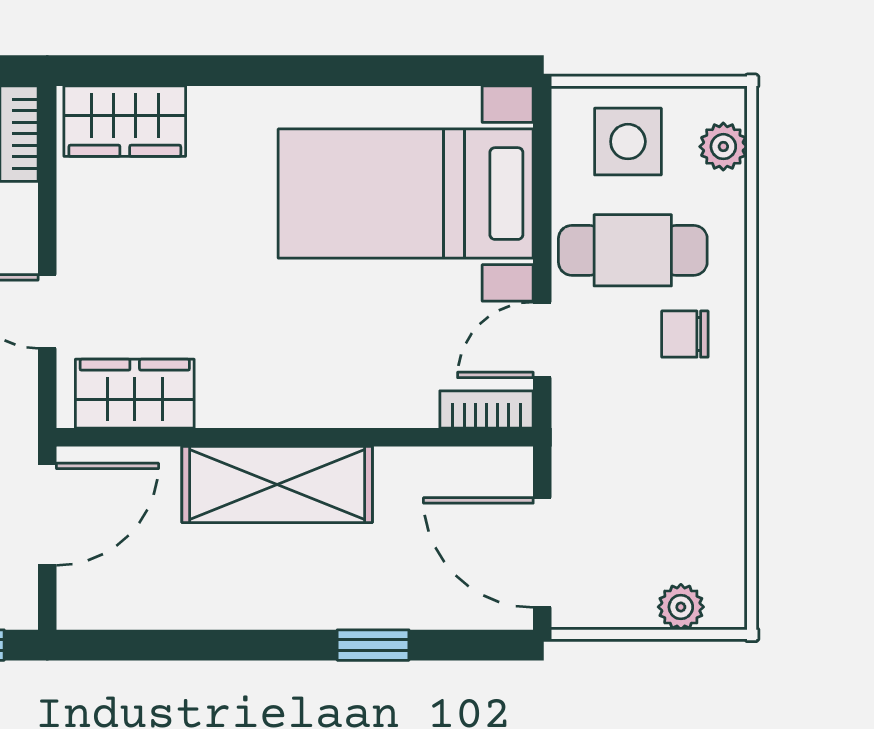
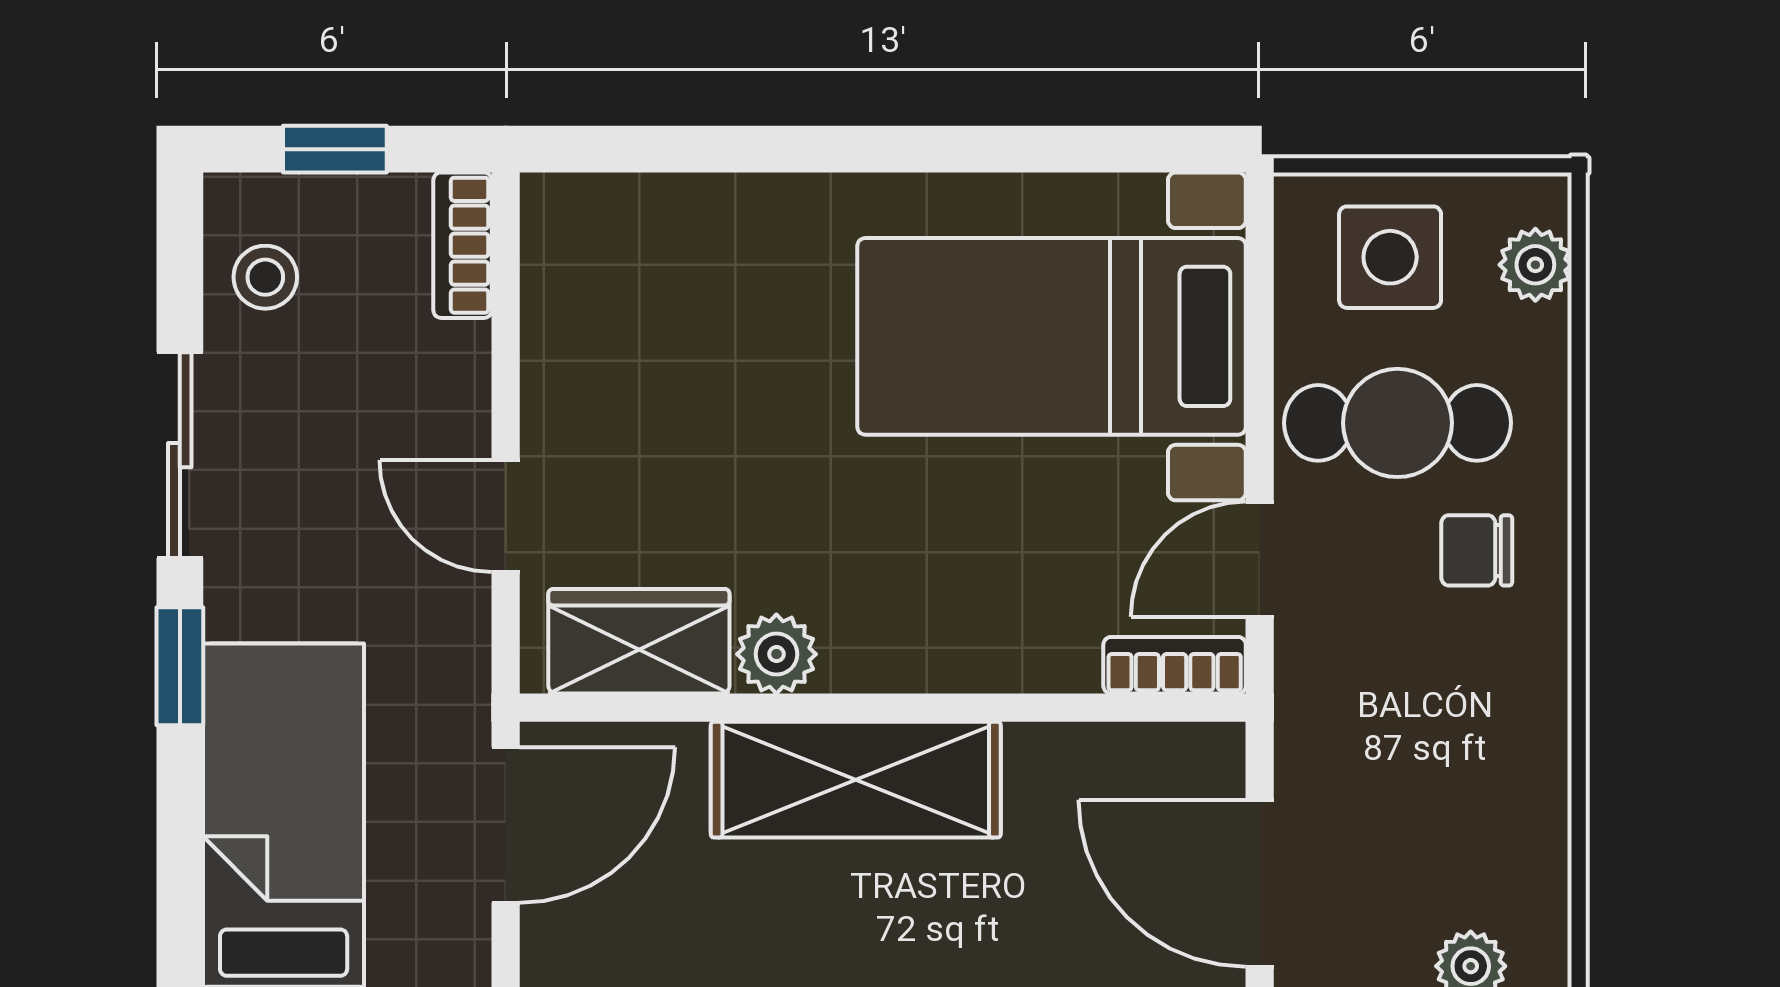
wardrobe: (125, 121) -> (624, 226), removed
plant: (225, 402) -> (776, 654), added

